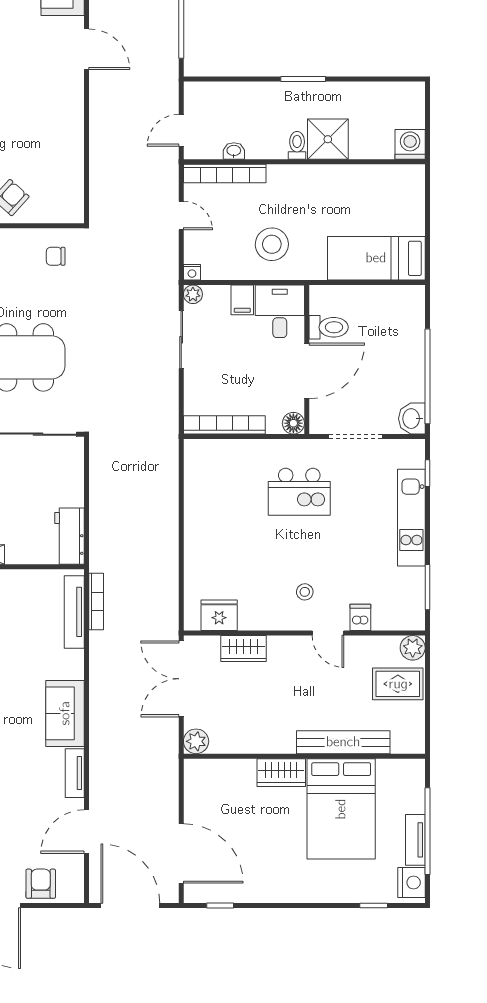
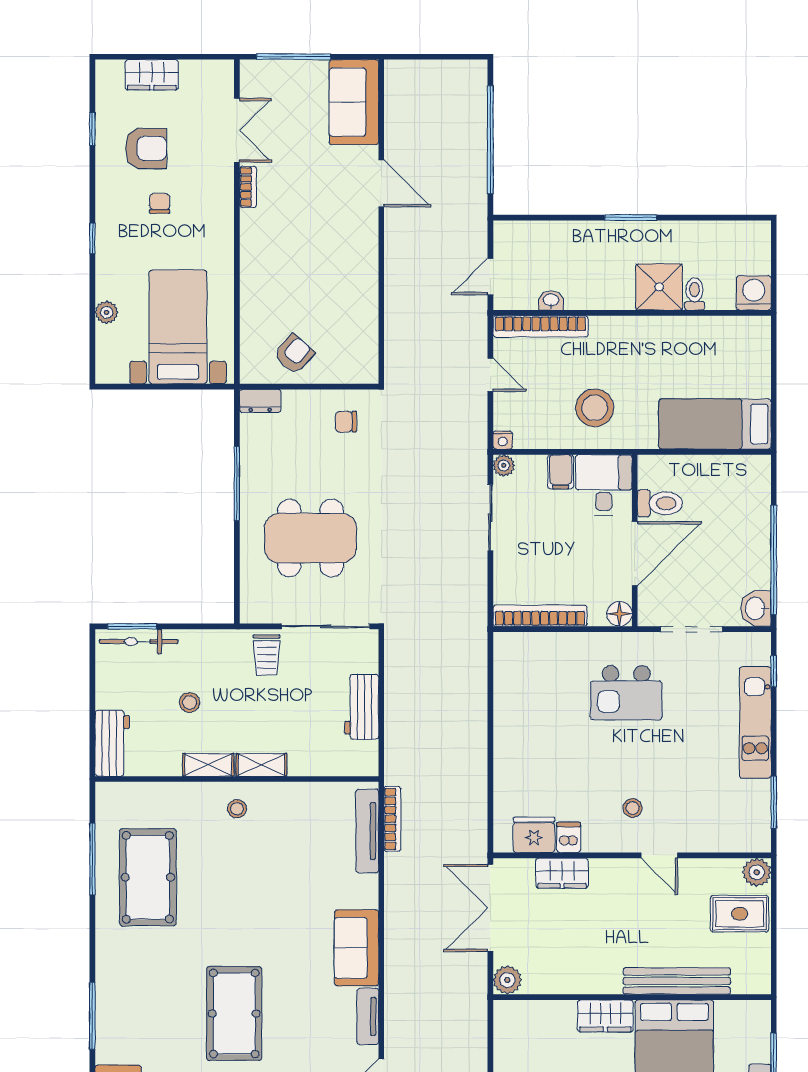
toilet: (297, 145) -> (695, 294), moved
workbench: (69, 536) -> (362, 707), moved
dishwasher: (360, 617) -> (569, 837), moved

